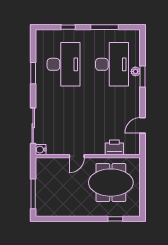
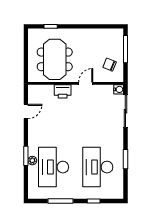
printer: (114, 147) -> (63, 91), moved
chair: (51, 177) -> (110, 65), added
meeting table: (111, 183) -> (55, 59), turned 90

